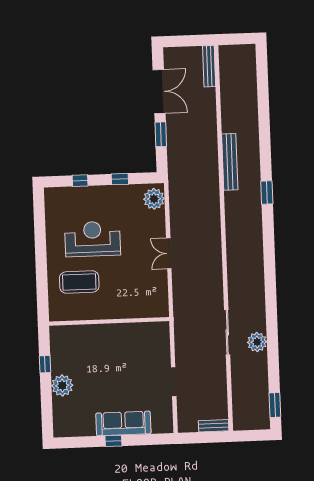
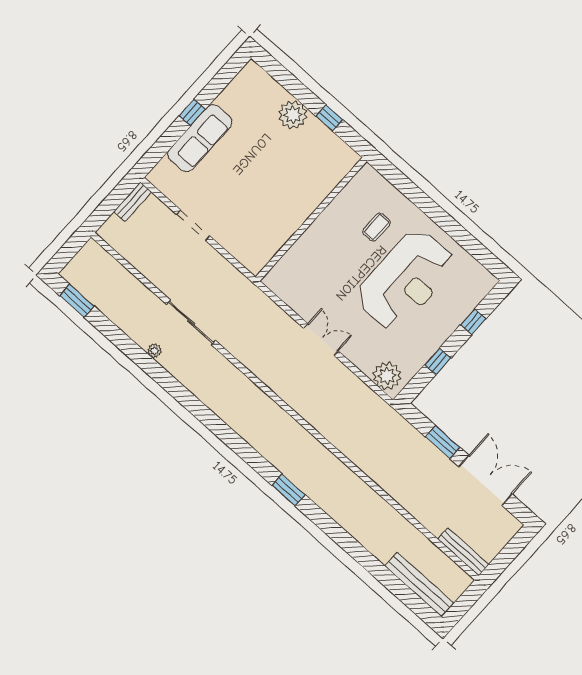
double door: (159, 91) -> (485, 480), swing flipped
bench: (230, 162) -> (419, 584), moved
reception desk: (93, 239) -> (406, 280), width x1.36, depth x1.30
coffee table: (79, 282) -> (377, 227), width x0.54, depth x0.58
plant: (257, 342) -> (154, 351), width x0.53, depth x0.53
bench: (214, 426) -> (133, 202), moved

